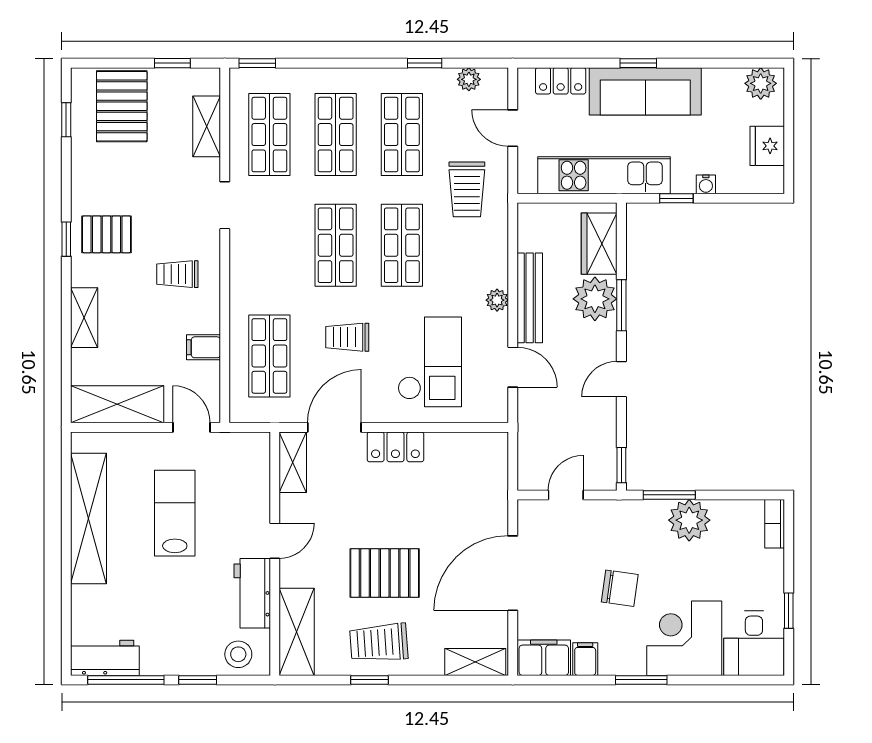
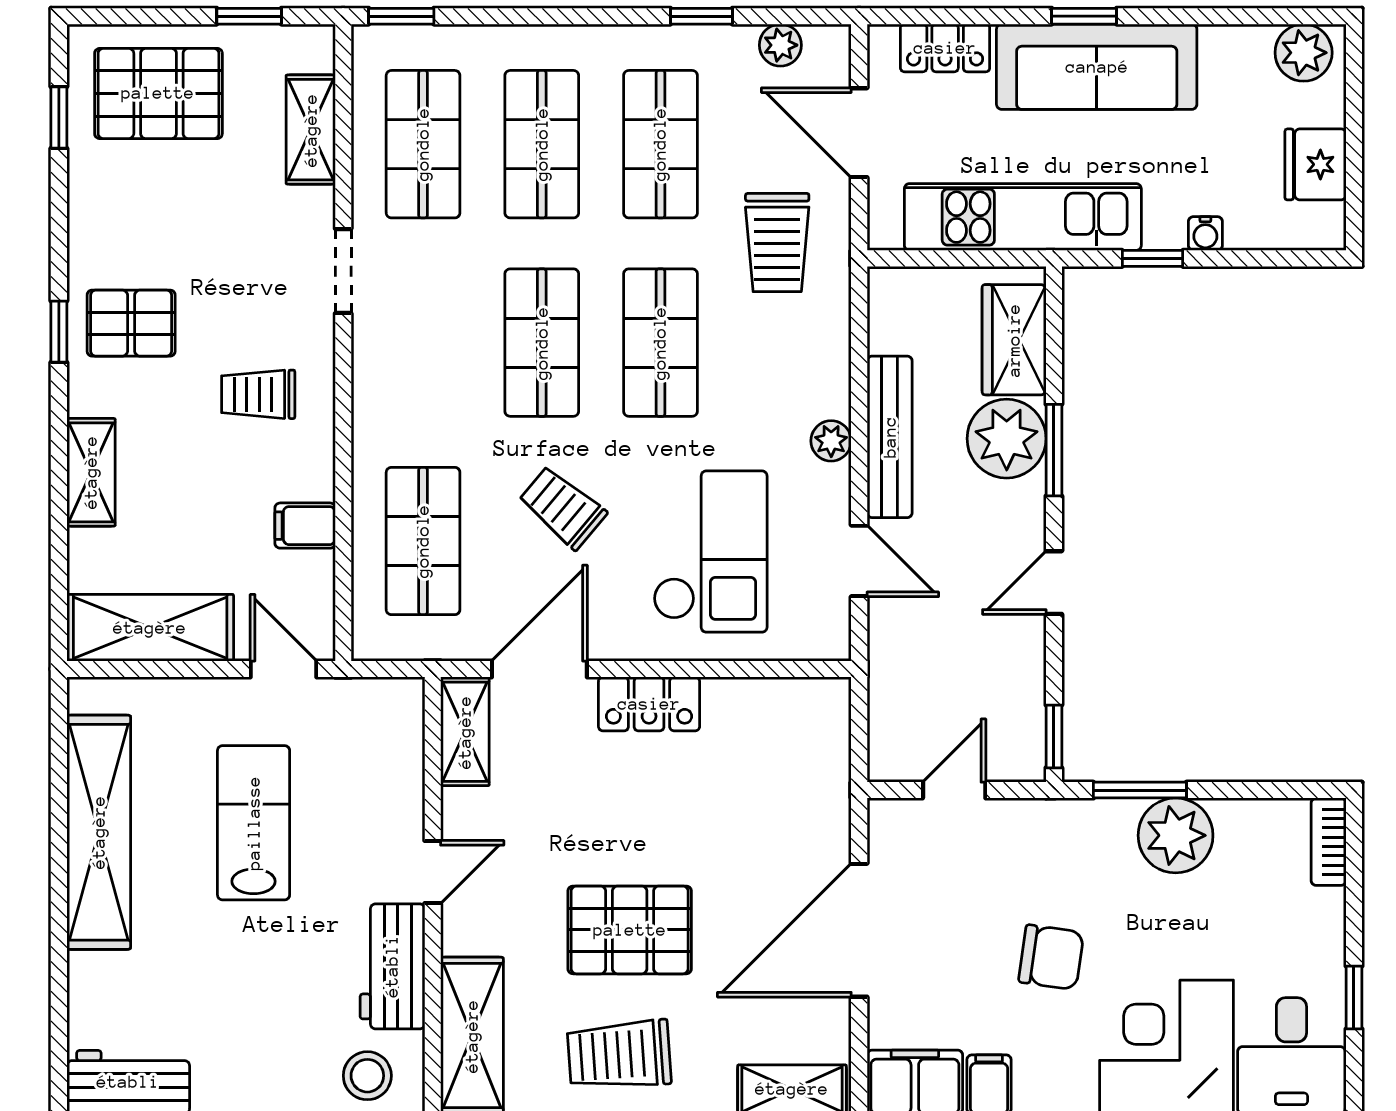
pallet: (122, 106) -> (158, 93), turned 90
door: (513, 128) -> (859, 133), width x1.37
trolley: (347, 337) -> (563, 507), turned 40

